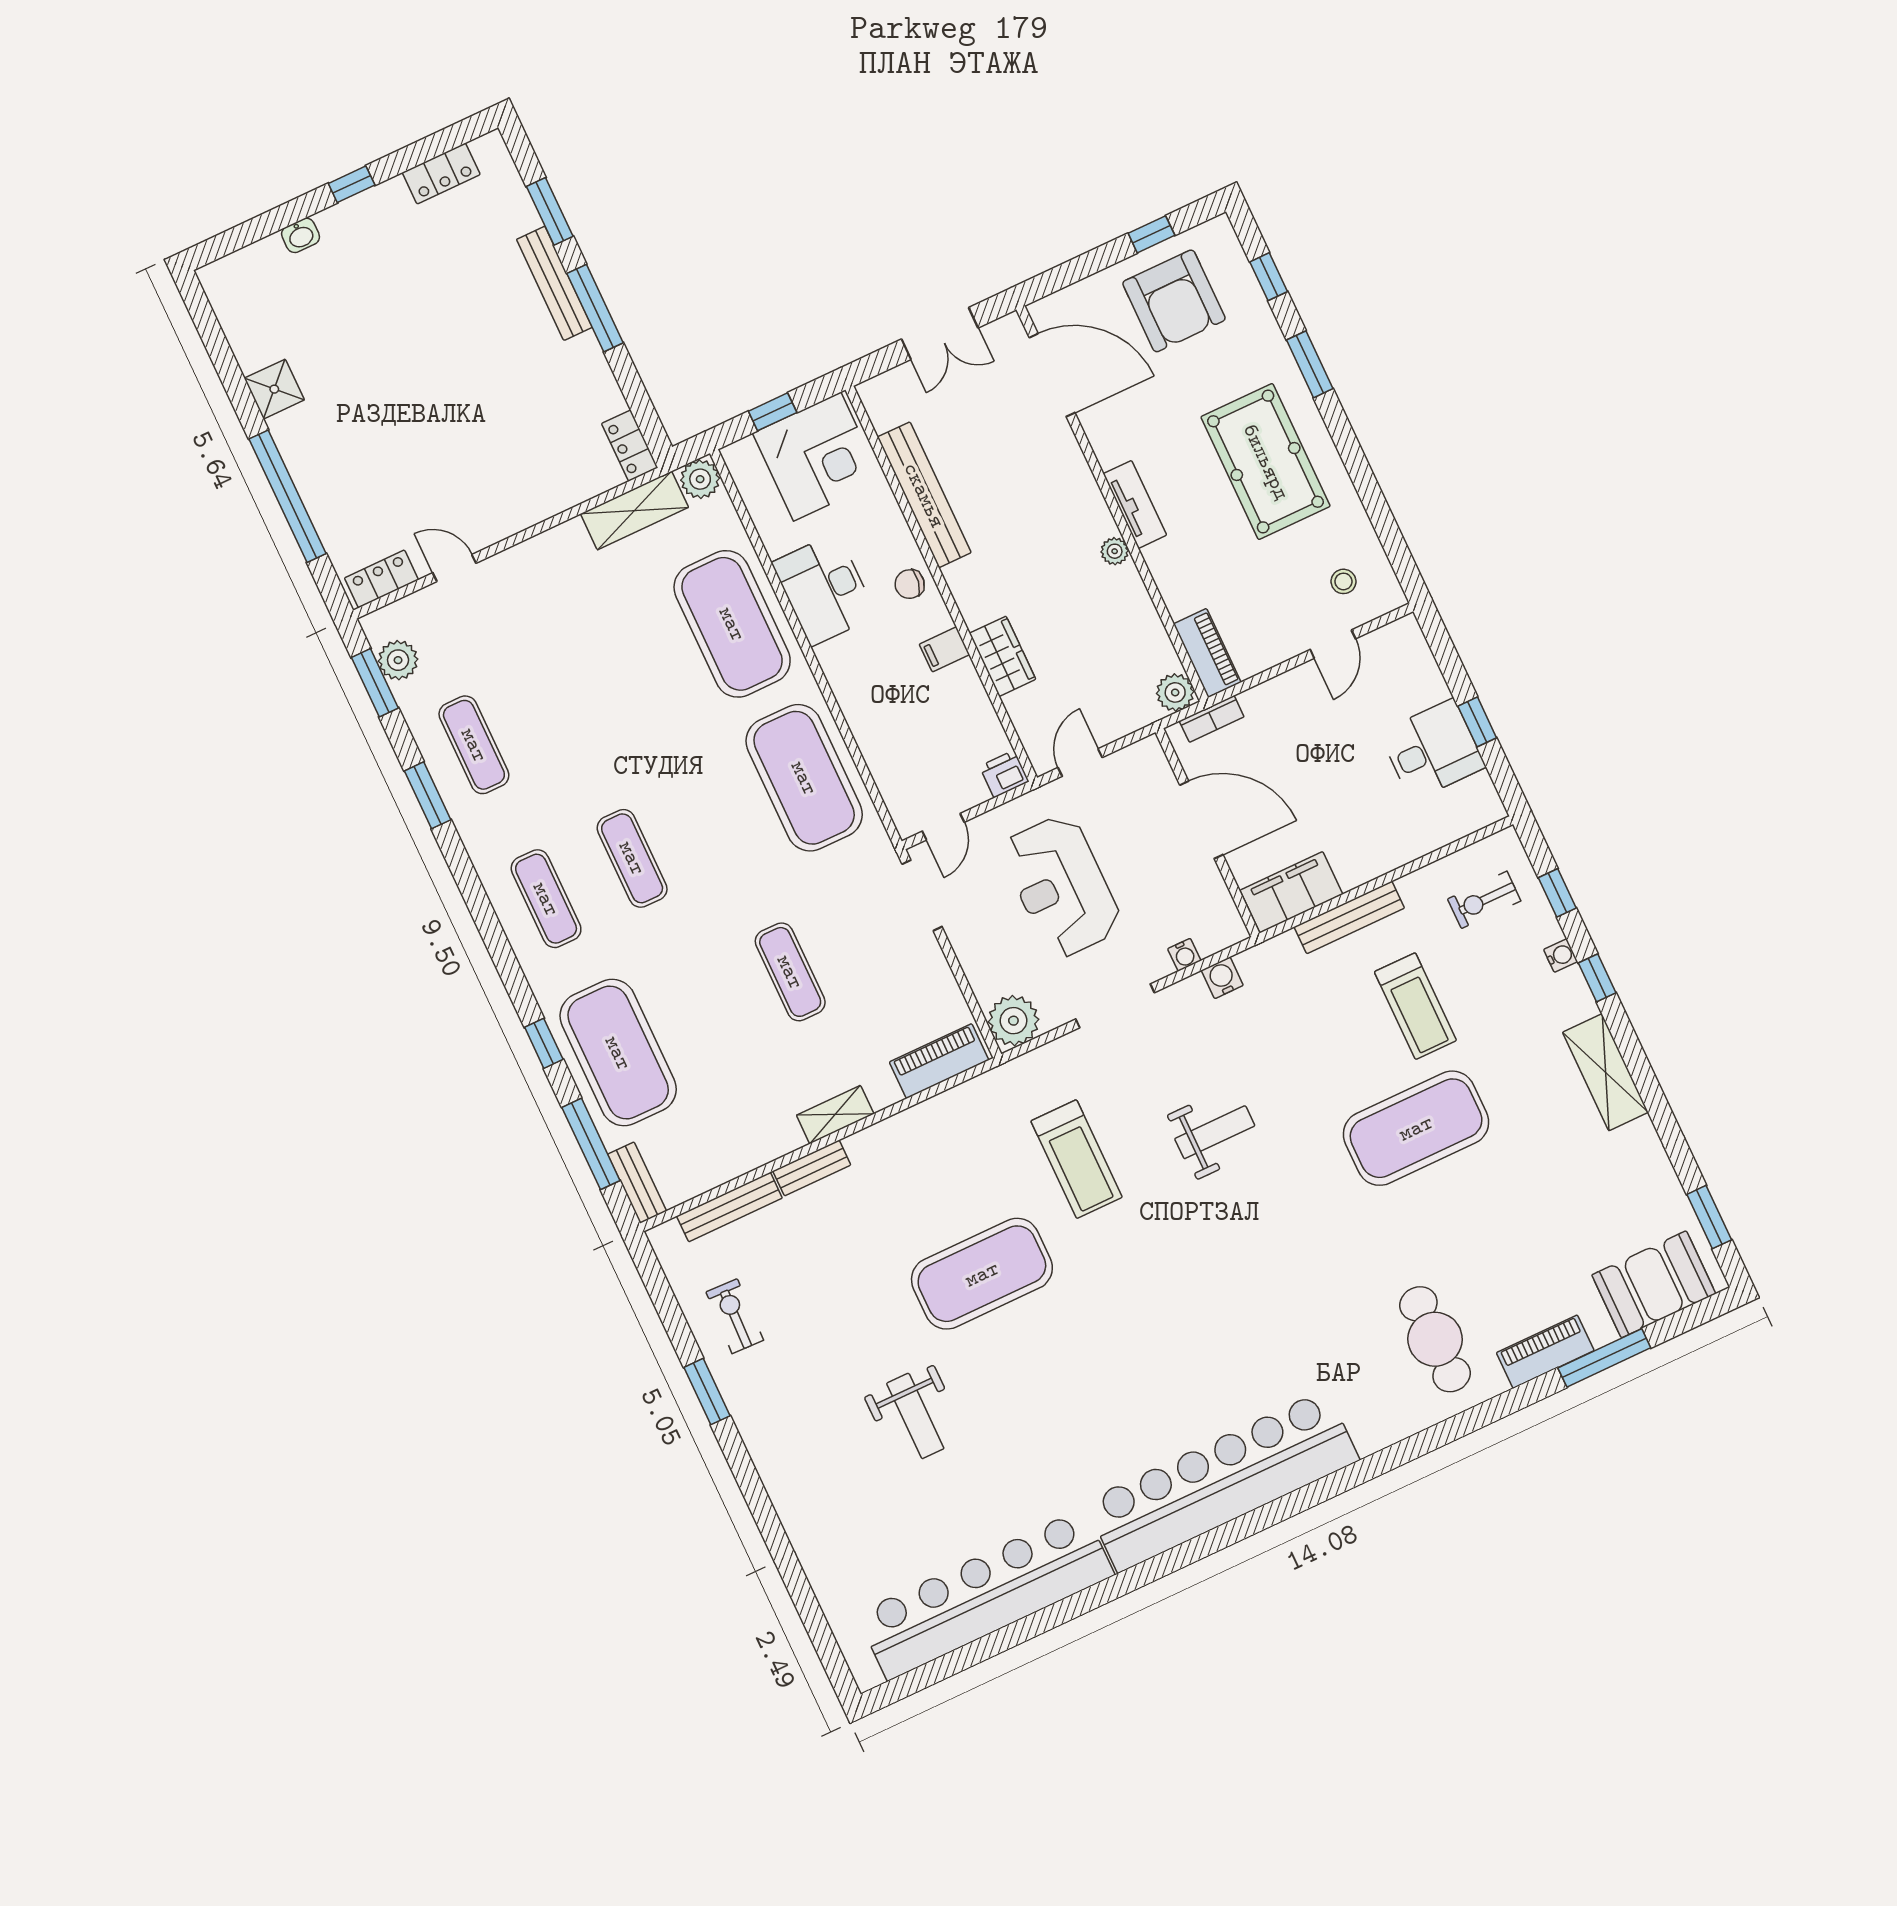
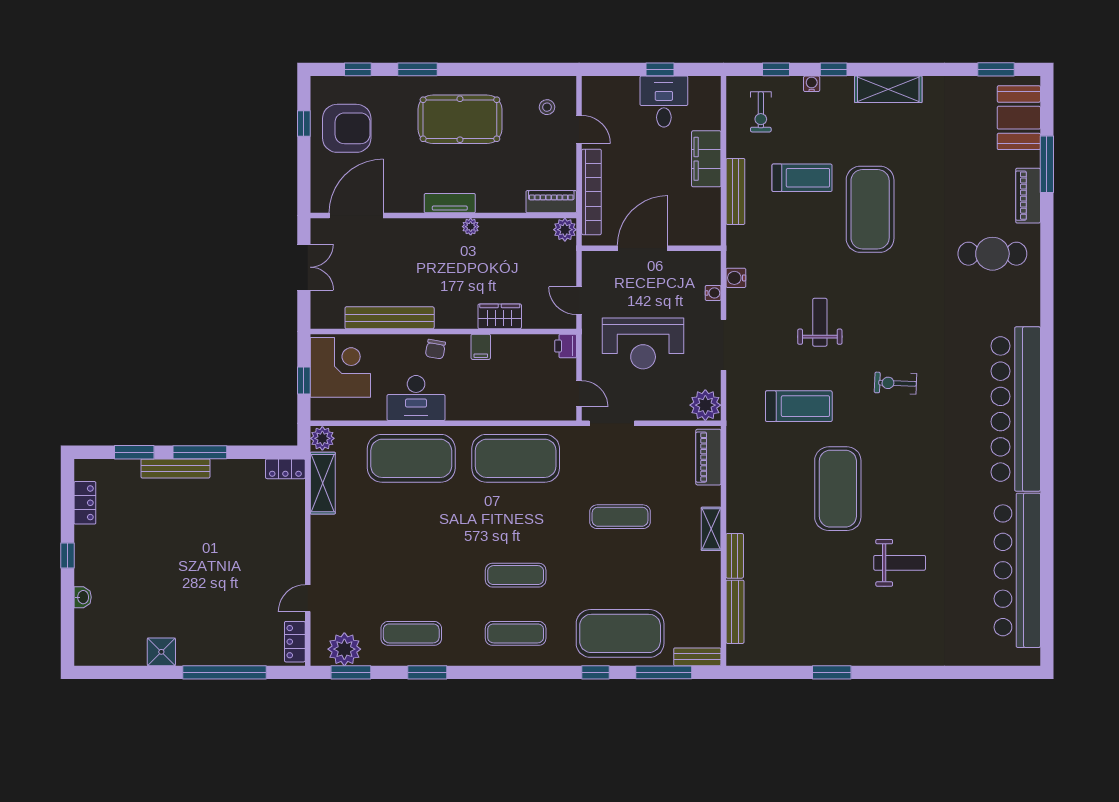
plant: (398, 660) -> (344, 649), width x1.36, depth x1.36
bookcase: (1212, 719) -> (591, 192), width x2.31, depth x1.31
filing cabinet: (1291, 892) -> (706, 159), moved
exercise bike: (735, 1316) -> (895, 383), moved

